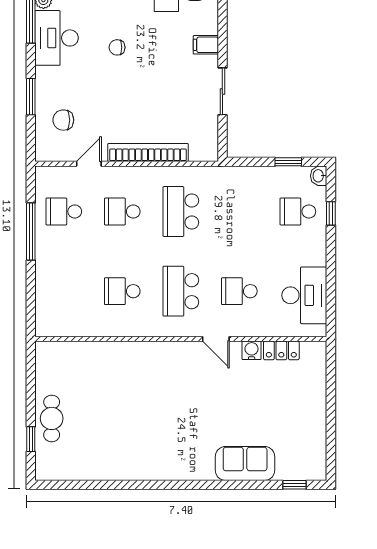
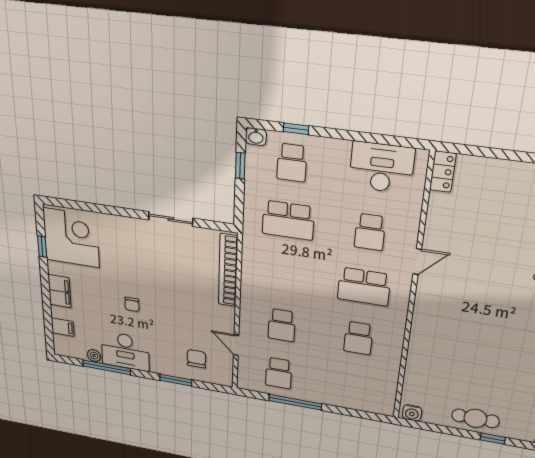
filing cabinet: (206, 45) -> (128, 228), removed
chair: (63, 120) -> (196, 359), turned 180
bookcase: (148, 153) -> (228, 270), moved
school desk: (181, 211) -> (288, 220), moved
water cooler: (252, 350) -> (412, 413), moved, turned -90
locker: (281, 350) -> (443, 172), moved

